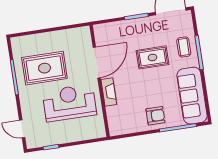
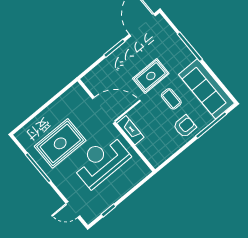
coffee table: (184, 47) -> (171, 99), moved
door: (97, 62) -> (104, 110), hinge flipped

